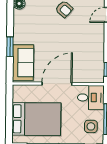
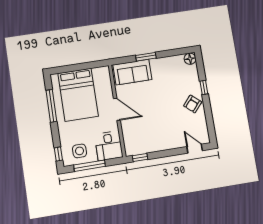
door: (57, 84) -> (117, 109), width x0.73

